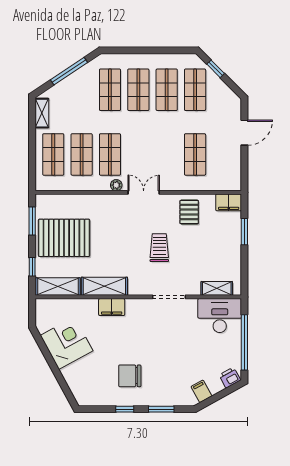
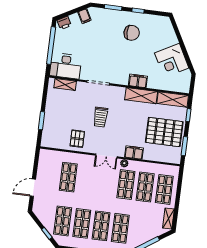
filing cabinet: (229, 202) -> (134, 153), moved

